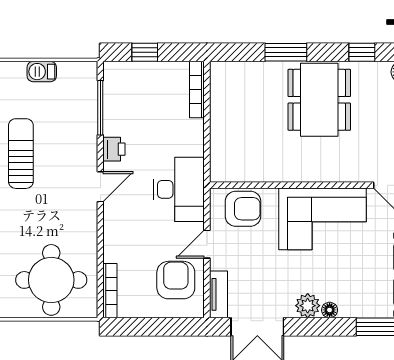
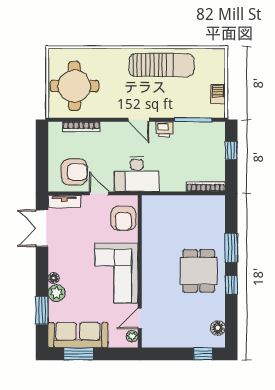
window: (362, 52) -> (231, 285), moved
barbecue: (42, 72) -> (218, 94), moved
dining table: (319, 100) -> (199, 271), width x0.73
sun lounger: (21, 154) -> (161, 65), width x1.36, depth x1.34
bookcase: (110, 291) -> (81, 126), moved
plant: (308, 306) -> (57, 293), moved

